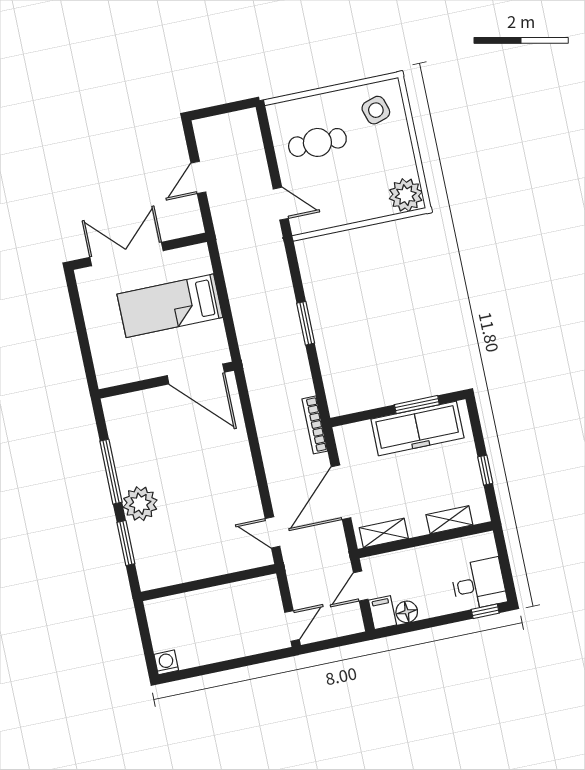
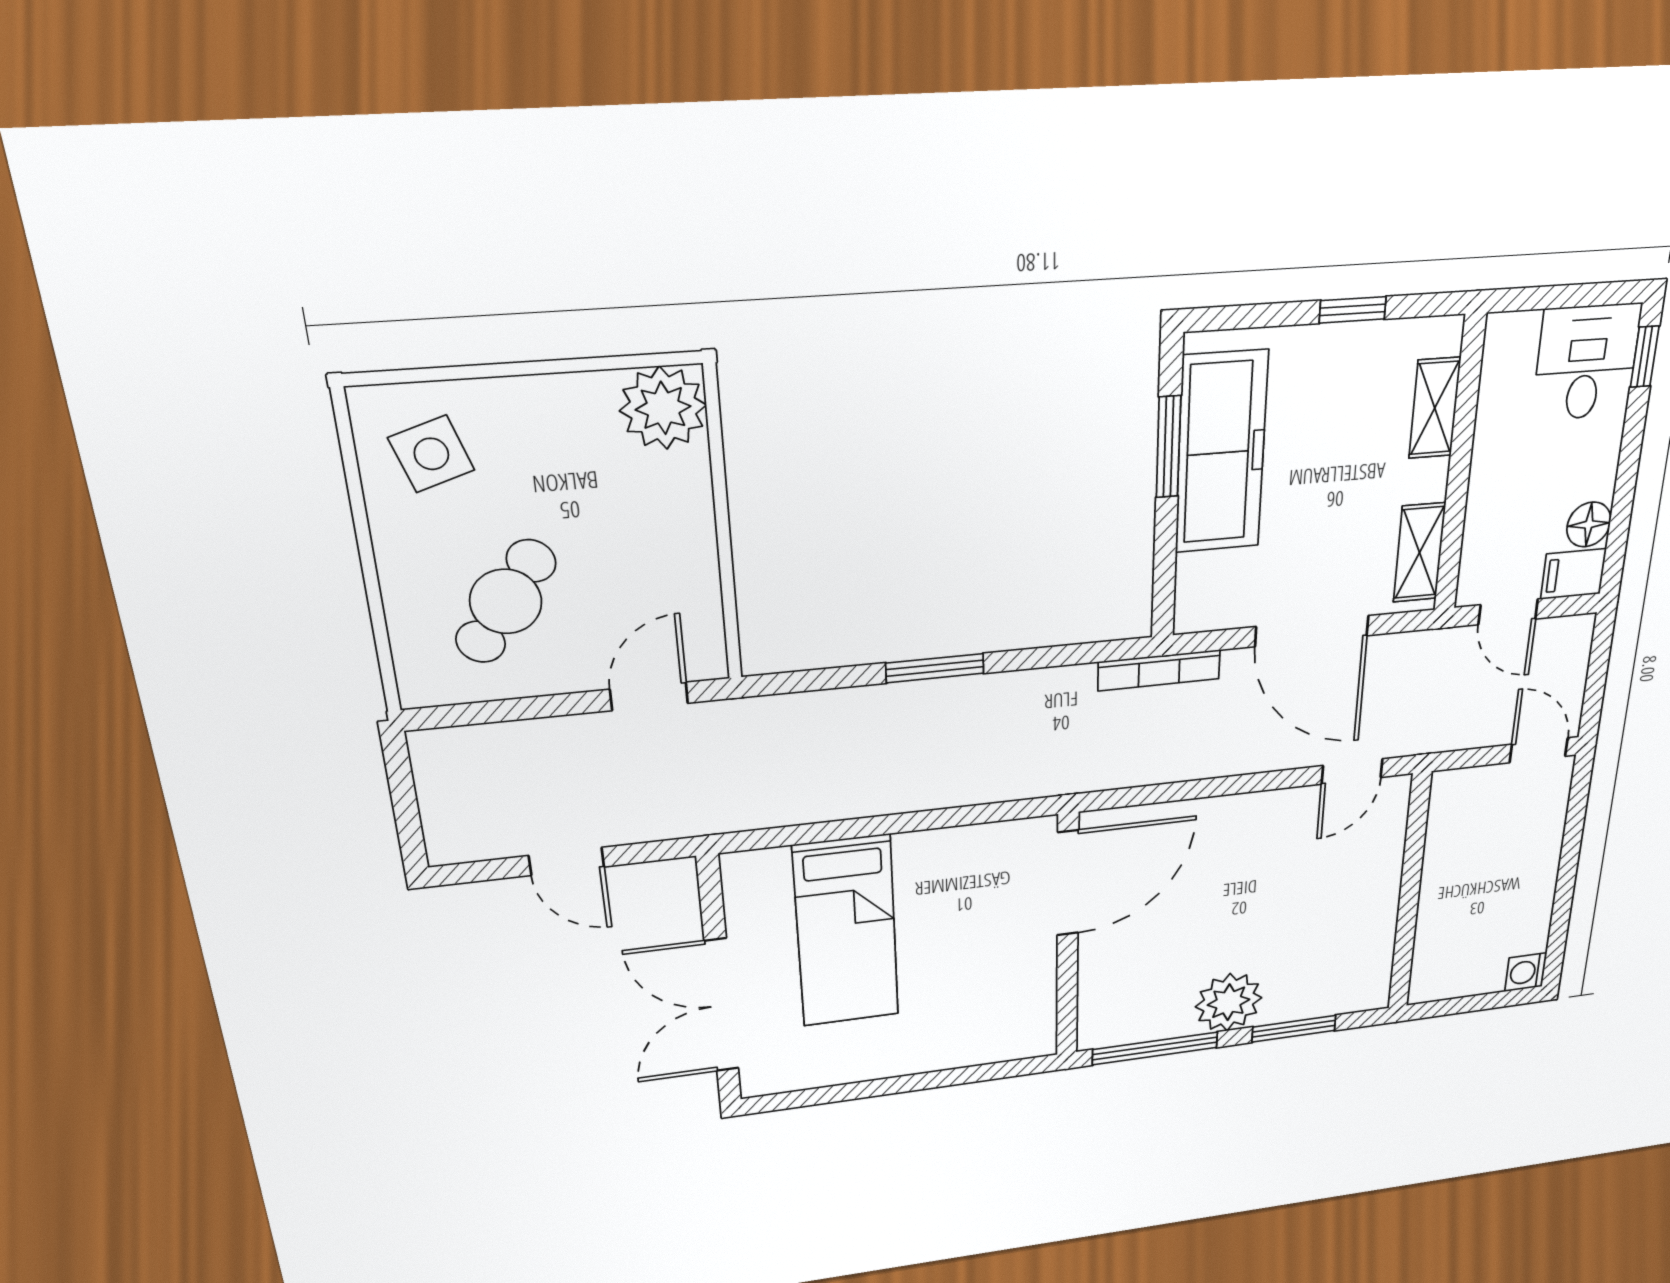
cafe table: (317, 142) -> (506, 601), turned 36
door: (196, 374) -> (1068, 883), moved
wall: (166, 380) -> (1068, 937), moved

